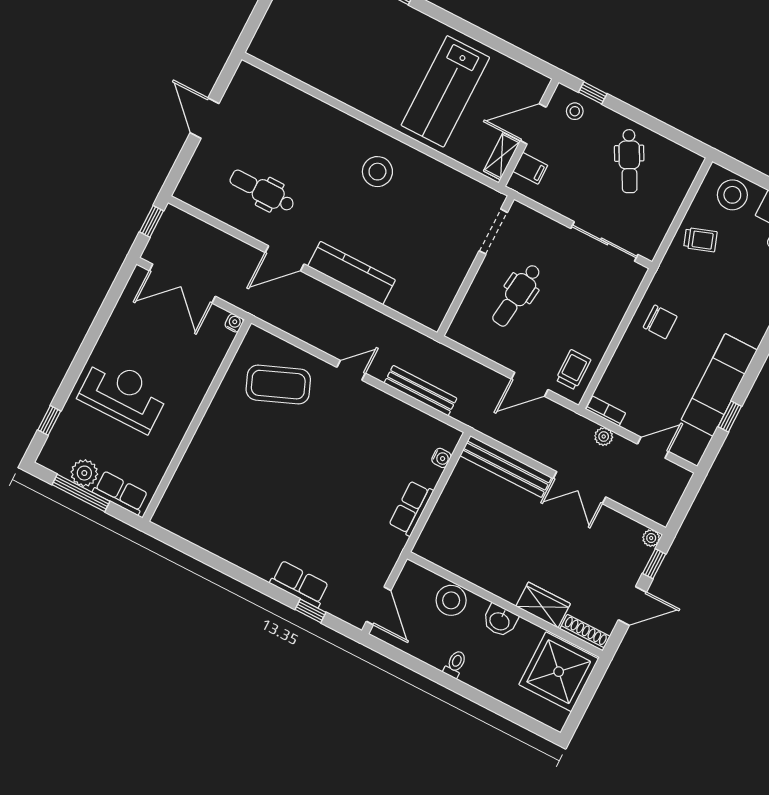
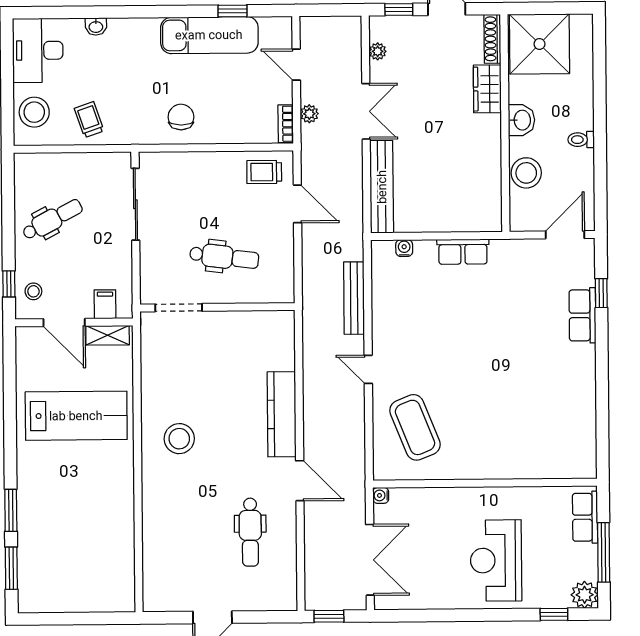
plant: (84, 473) -> (585, 595), moved
plant: (651, 538) -> (378, 51), moved

